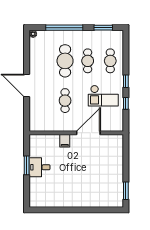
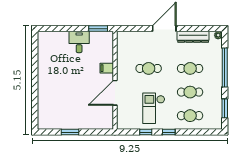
dresser: (35, 58) -> (193, 37), added
cafe table: (65, 61) -> (190, 68), width x0.73, depth x0.74
door: (88, 133) -> (115, 93), swing flipped
window: (27, 165) -> (98, 29), moved
window: (126, 191) -> (70, 132), moved

